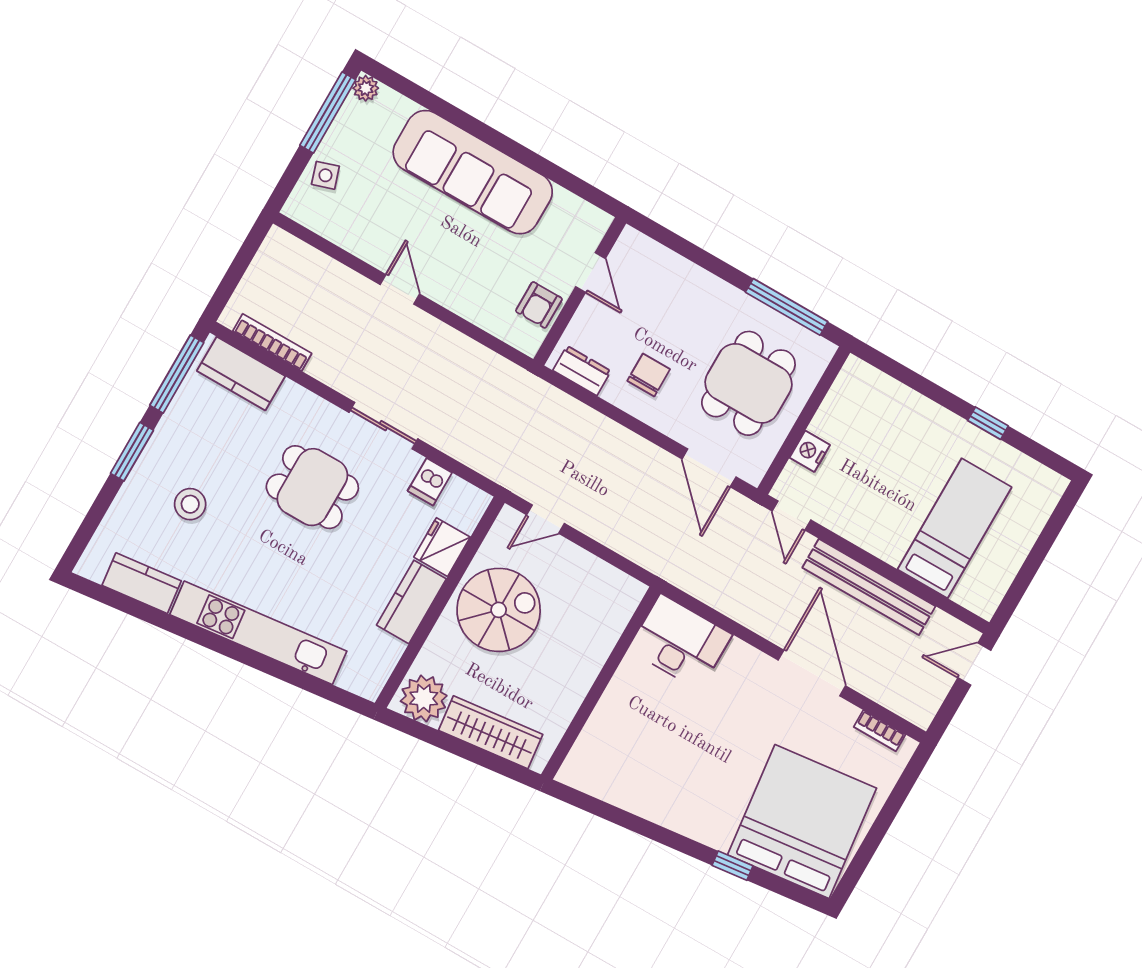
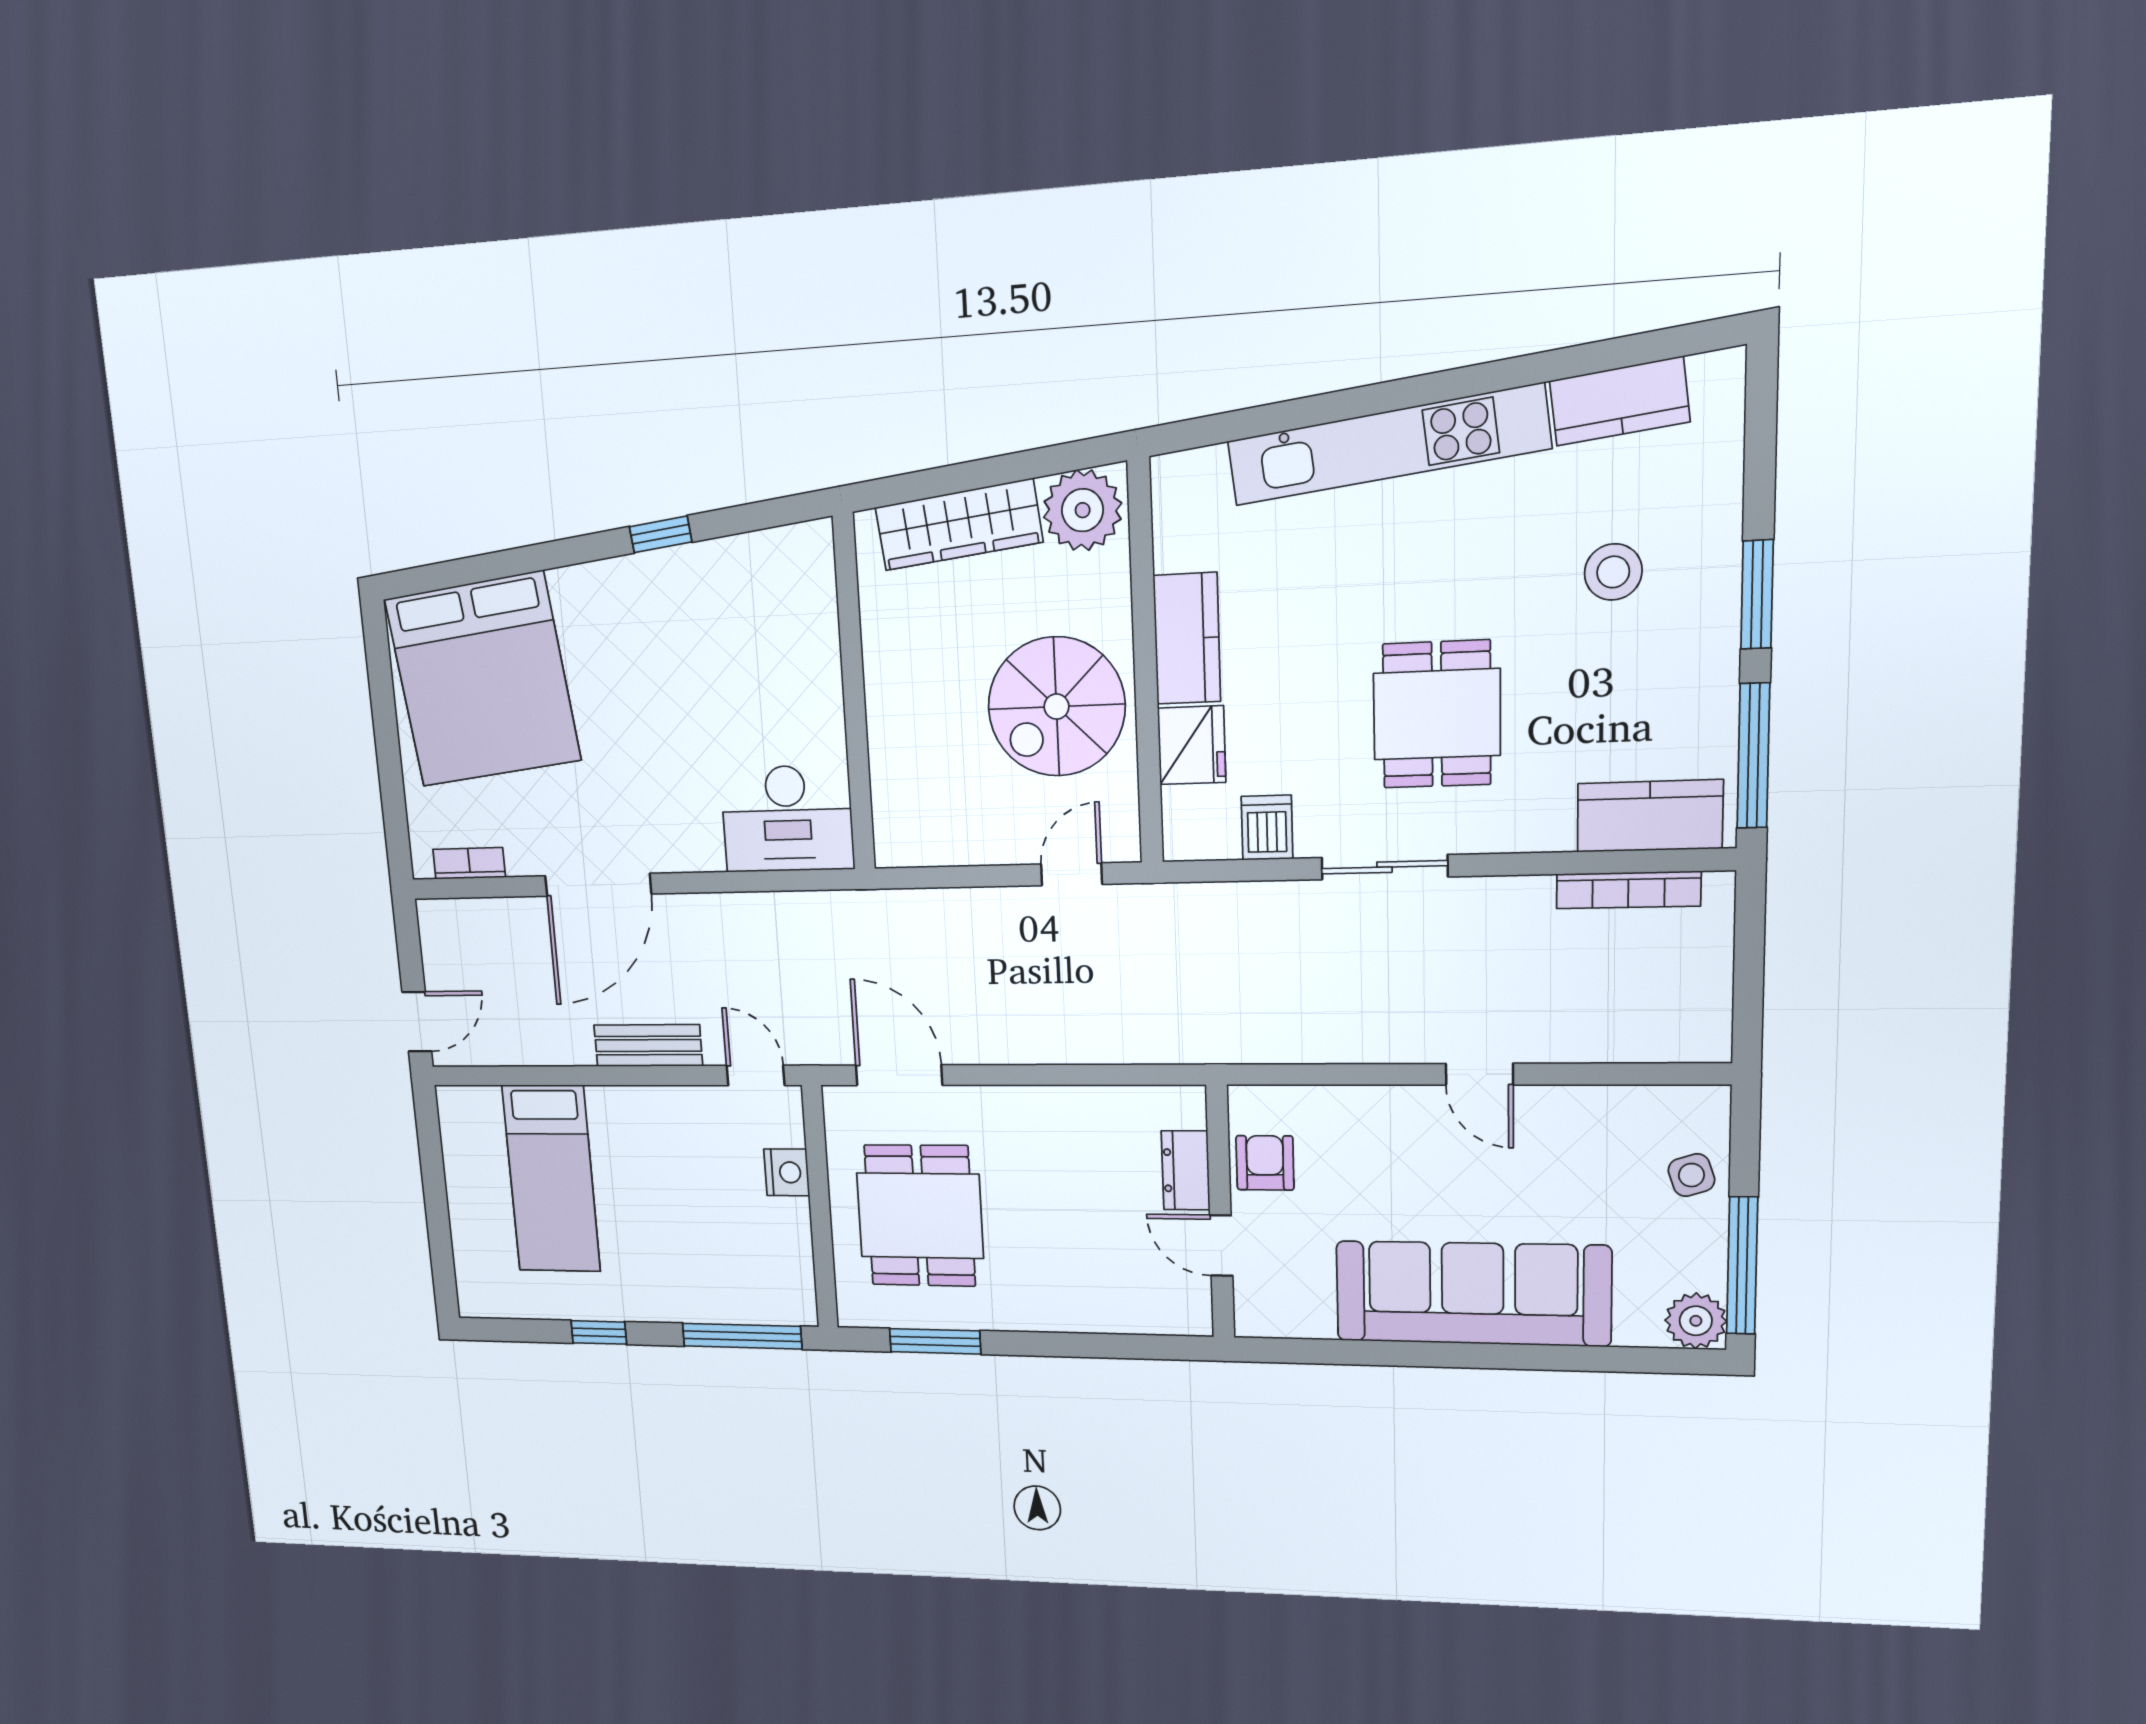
plant: (366, 88) -> (1696, 1321), width x1.38, depth x1.38
window: (787, 307) -> (935, 1341), width x0.69
dresser: (582, 371) -> (1186, 1170), moved, turned 90
window: (900, 373) -> (742, 1336), added
chair: (649, 375) -> (1056, 1152), removed
dining table: (312, 487) -> (1437, 714), turned 90
bench: (869, 587) -> (648, 1045), width x0.54, depth x0.82
door: (812, 673) -> (598, 885), hinge flipped
window: (733, 866) -> (661, 534), moved

